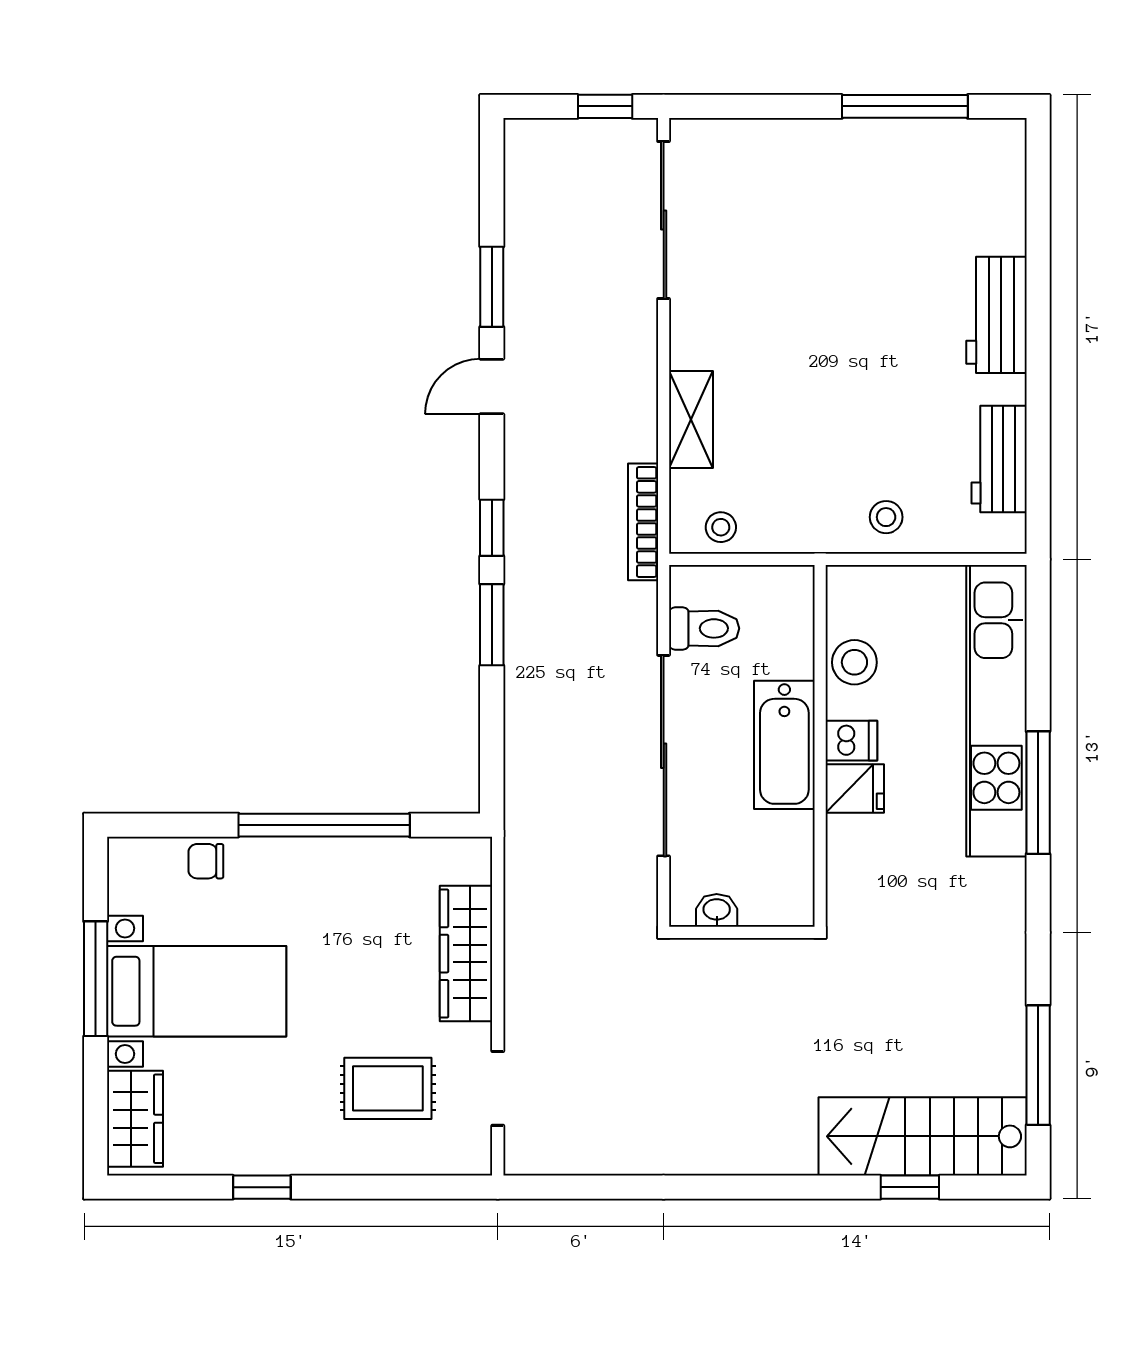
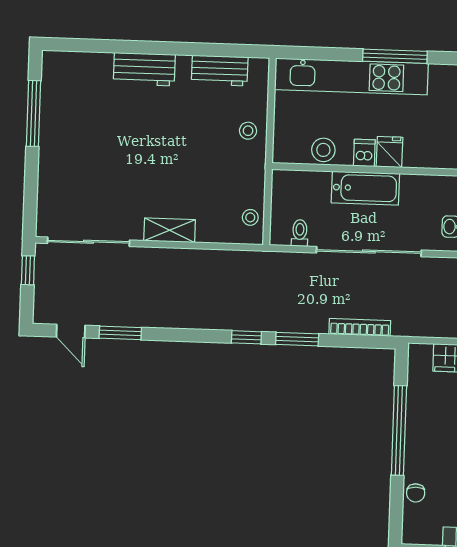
door: (492, 387) -> (71, 331), moved
shelving: (691, 419) -> (170, 230), moved
bookcase: (643, 522) -> (360, 327), moved, turned 180
toilet: (704, 628) -> (300, 233), width x0.73, depth x0.72

